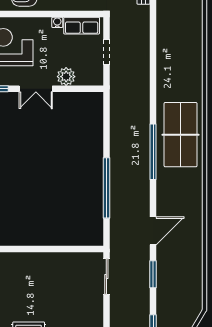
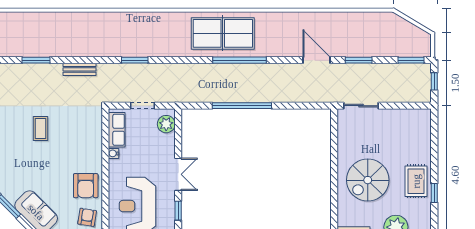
window: (153, 44) -> (135, 60), added
plant: (66, 77) -> (166, 124), moved
window: (106, 188) -> (242, 106), moved
spiral stairs: (30, 284) -> (368, 180), added

